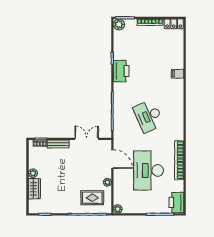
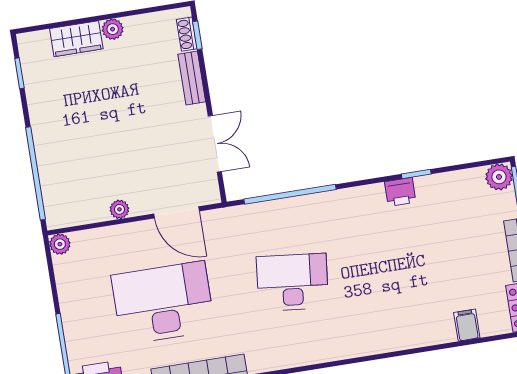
printer: (121, 71) -> (400, 192), width x0.53, depth x0.68
filing cabinet: (178, 74) -> (467, 325), moved
desk: (148, 116) -> (292, 282), turned 30
door: (112, 159) -> (176, 212), hinge flipped
rug: (92, 198) -> (77, 179), removed

